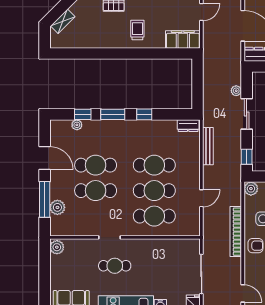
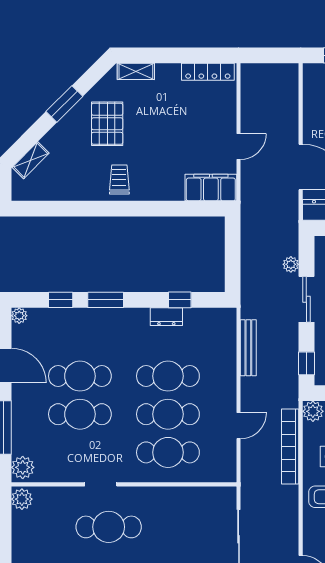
trolley: (137, 30) -> (119, 179), moved
window: (144, 114) -> (180, 300), moved
plant: (77, 125) -> (19, 316), moved
dresser: (188, 126) -> (166, 317), moved
plant: (57, 207) -> (23, 467), moved
bookcase: (236, 232) -> (290, 447), moved
cafe table: (115, 266) -> (109, 527), width x1.37, depth x1.35

